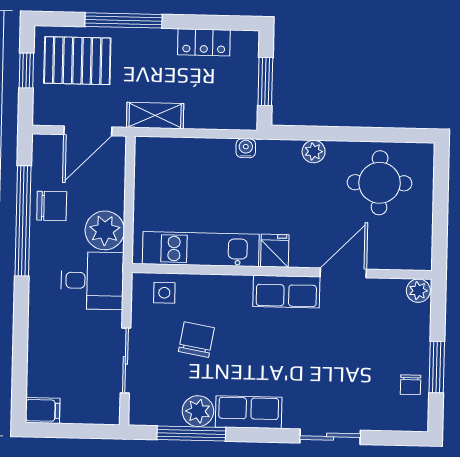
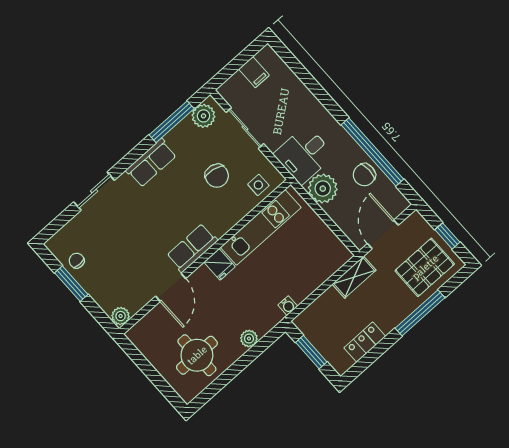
filing cabinet: (43, 410) -> (254, 72), moved, turned -90
plant: (198, 411) -> (203, 116), moved

